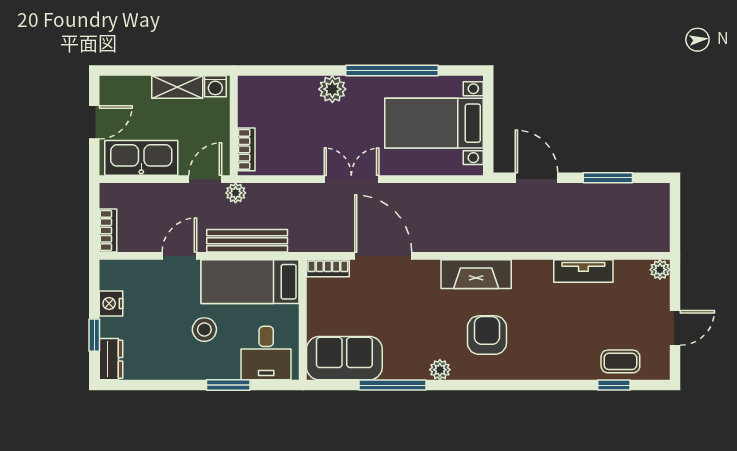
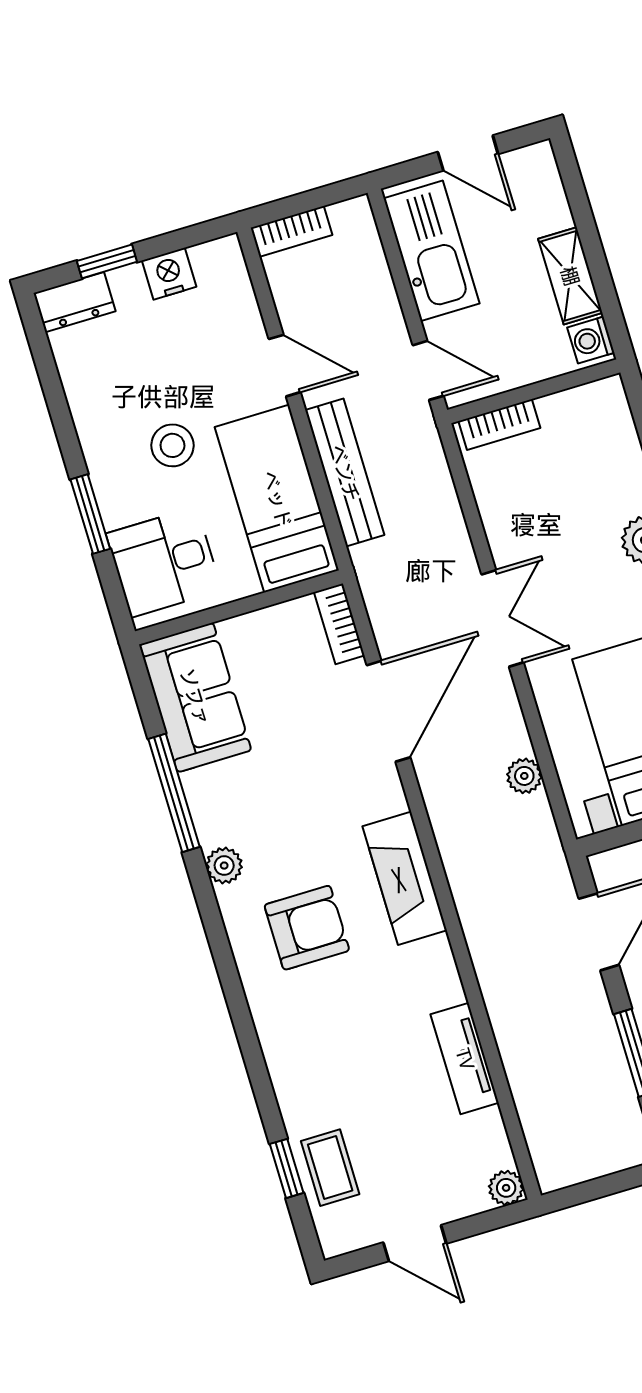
plant: (236, 193) -> (524, 776), moved

